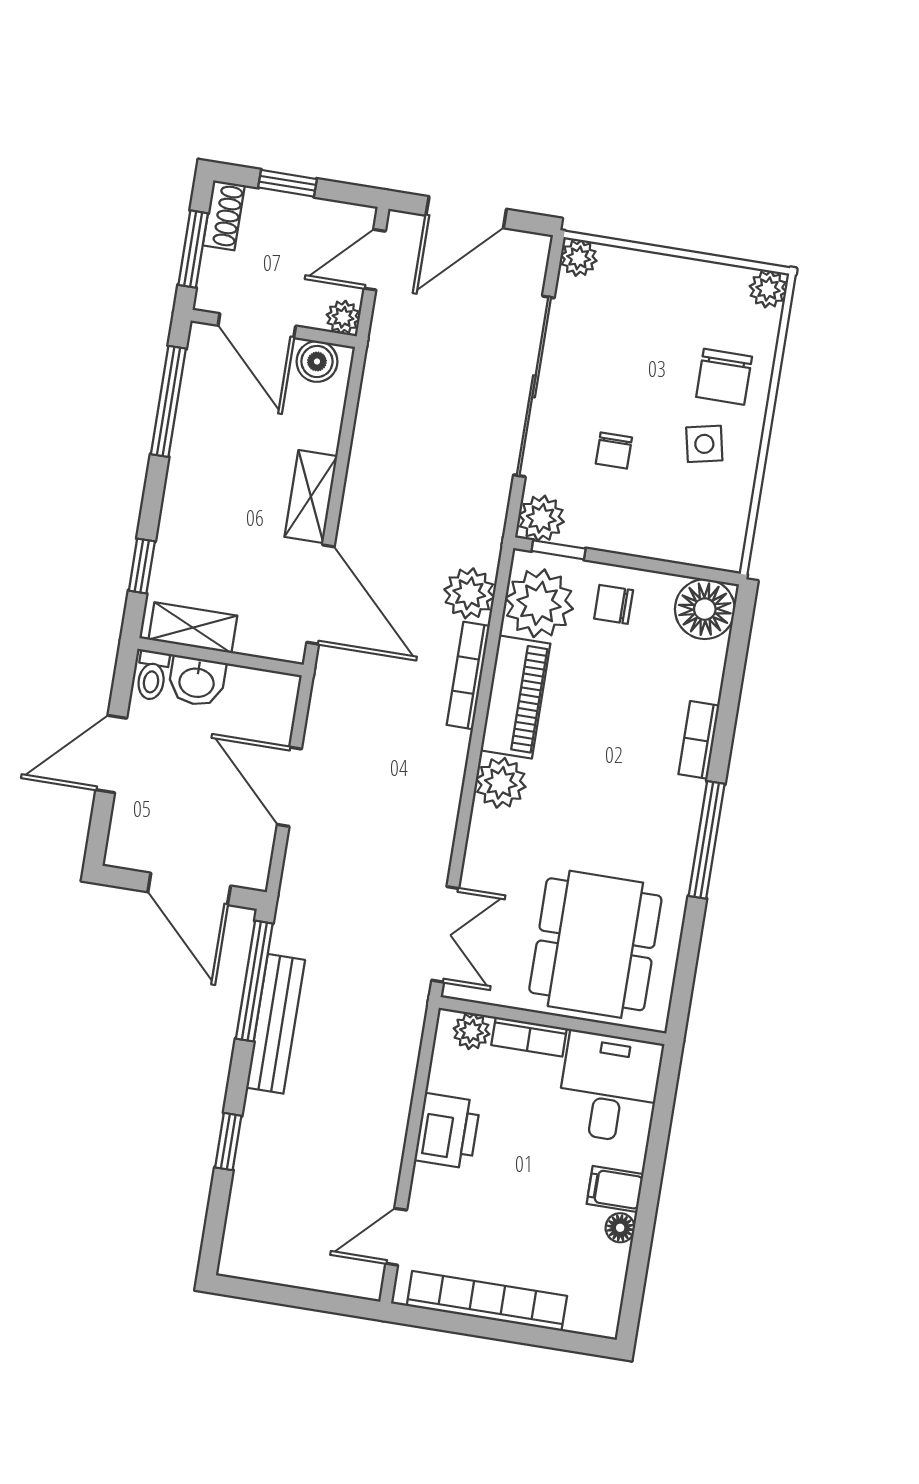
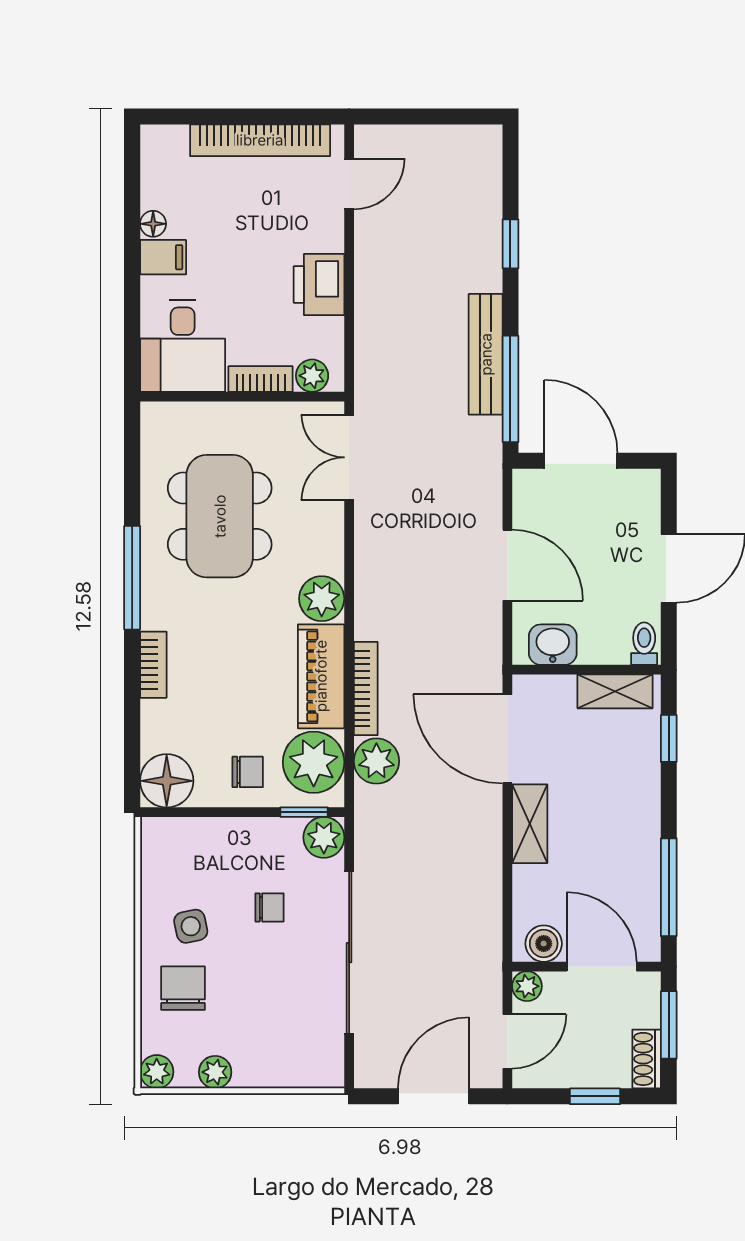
plant: (579, 258) -> (215, 1072), moved
chair: (614, 451) -> (269, 907), turned 90
washbasin: (197, 681) -> (553, 645), moved
dining table: (595, 944) -> (220, 516), moved

